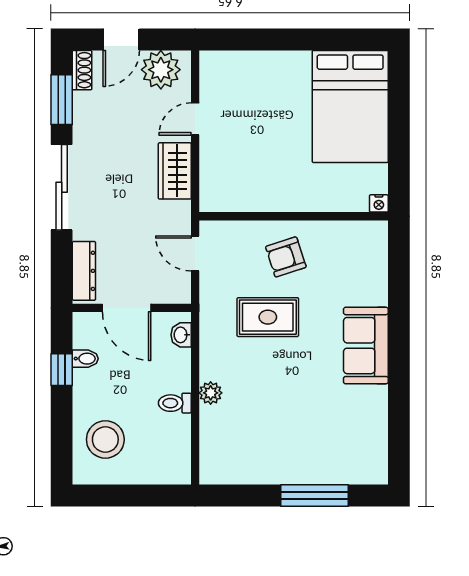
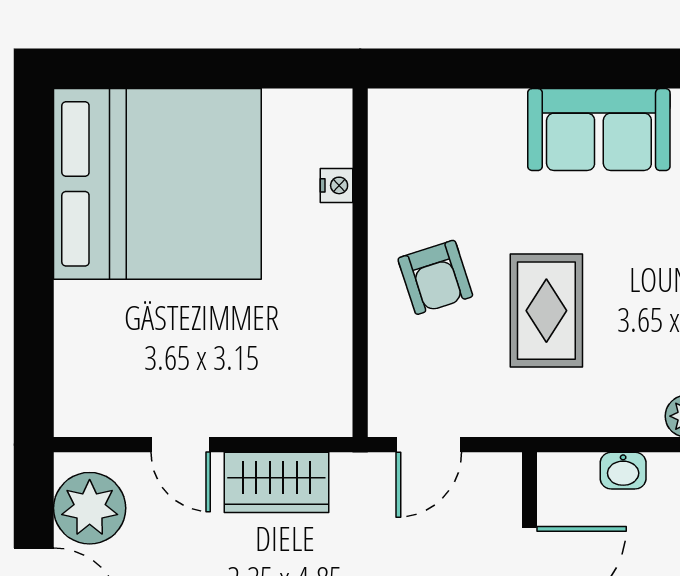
bed: (350, 106) -> (157, 184), width x1.36
nightstand: (379, 203) -> (336, 185), moved
washbasin: (181, 335) -> (623, 471), moved

